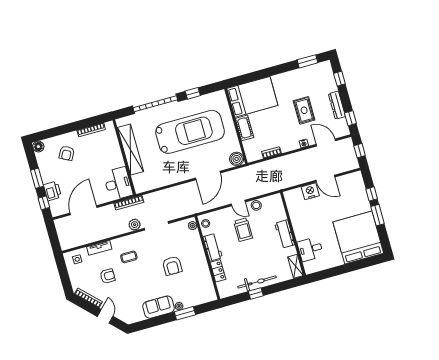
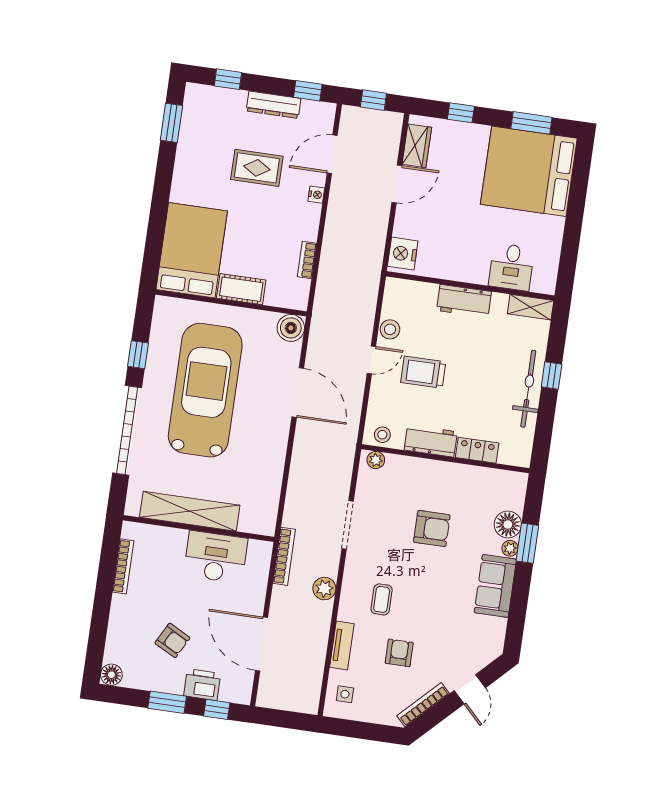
armchair: (67, 153) -> (172, 640), moved
wardrobe: (347, 180) -> (417, 146), added
desk: (118, 184) -> (216, 557), moved
nightstand: (310, 191) -> (403, 254), moved
window: (378, 215) -> (531, 123), moved
plant: (135, 225) -> (324, 589), moved
trolley: (243, 230) -> (423, 372), turned 180
window: (256, 293) -> (552, 375), moved
floor lamp: (190, 300) -> (508, 525), added
door: (105, 316) -> (470, 689), swing flipped

